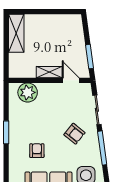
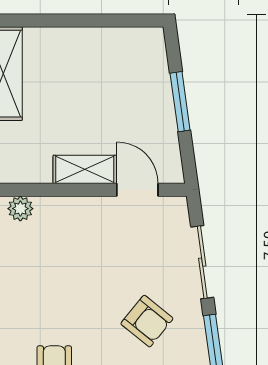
window: (90, 57) -> (180, 102), moved
plant: (28, 92) -> (20, 209), width x0.53, depth x0.53

